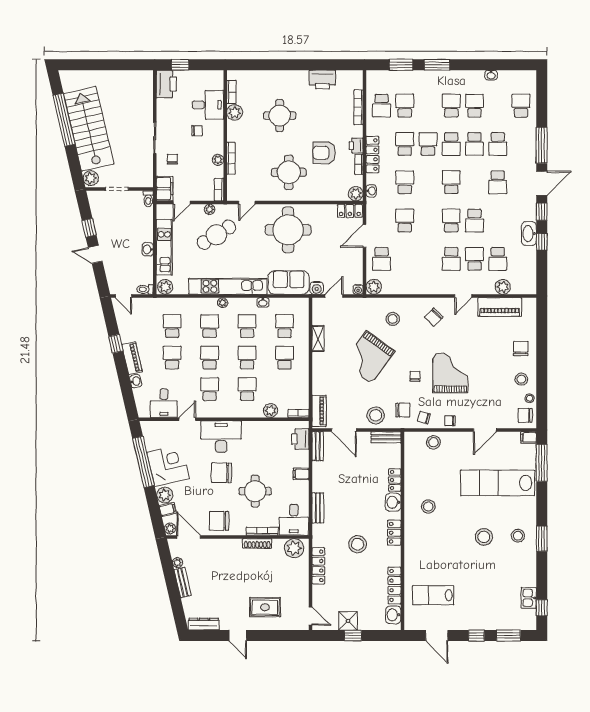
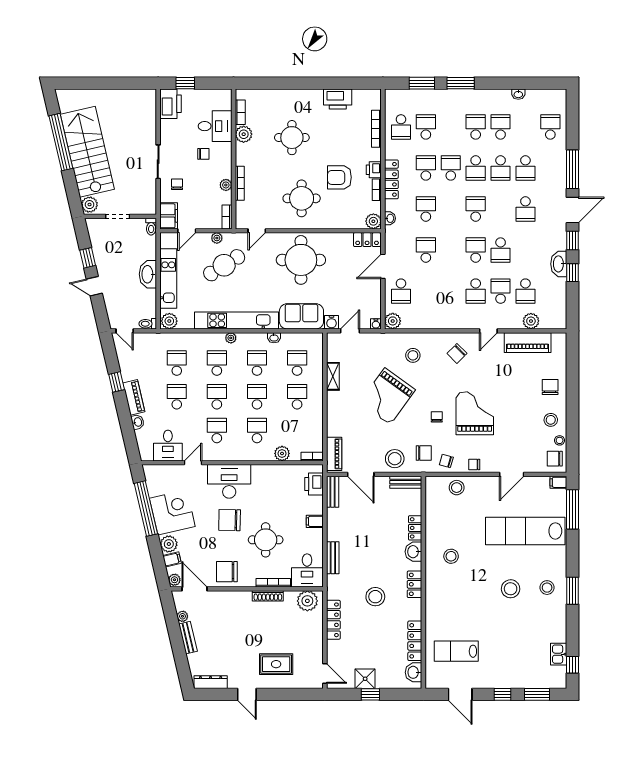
washbasin: (148, 249) -> (148, 274), width x1.91, depth x1.45

